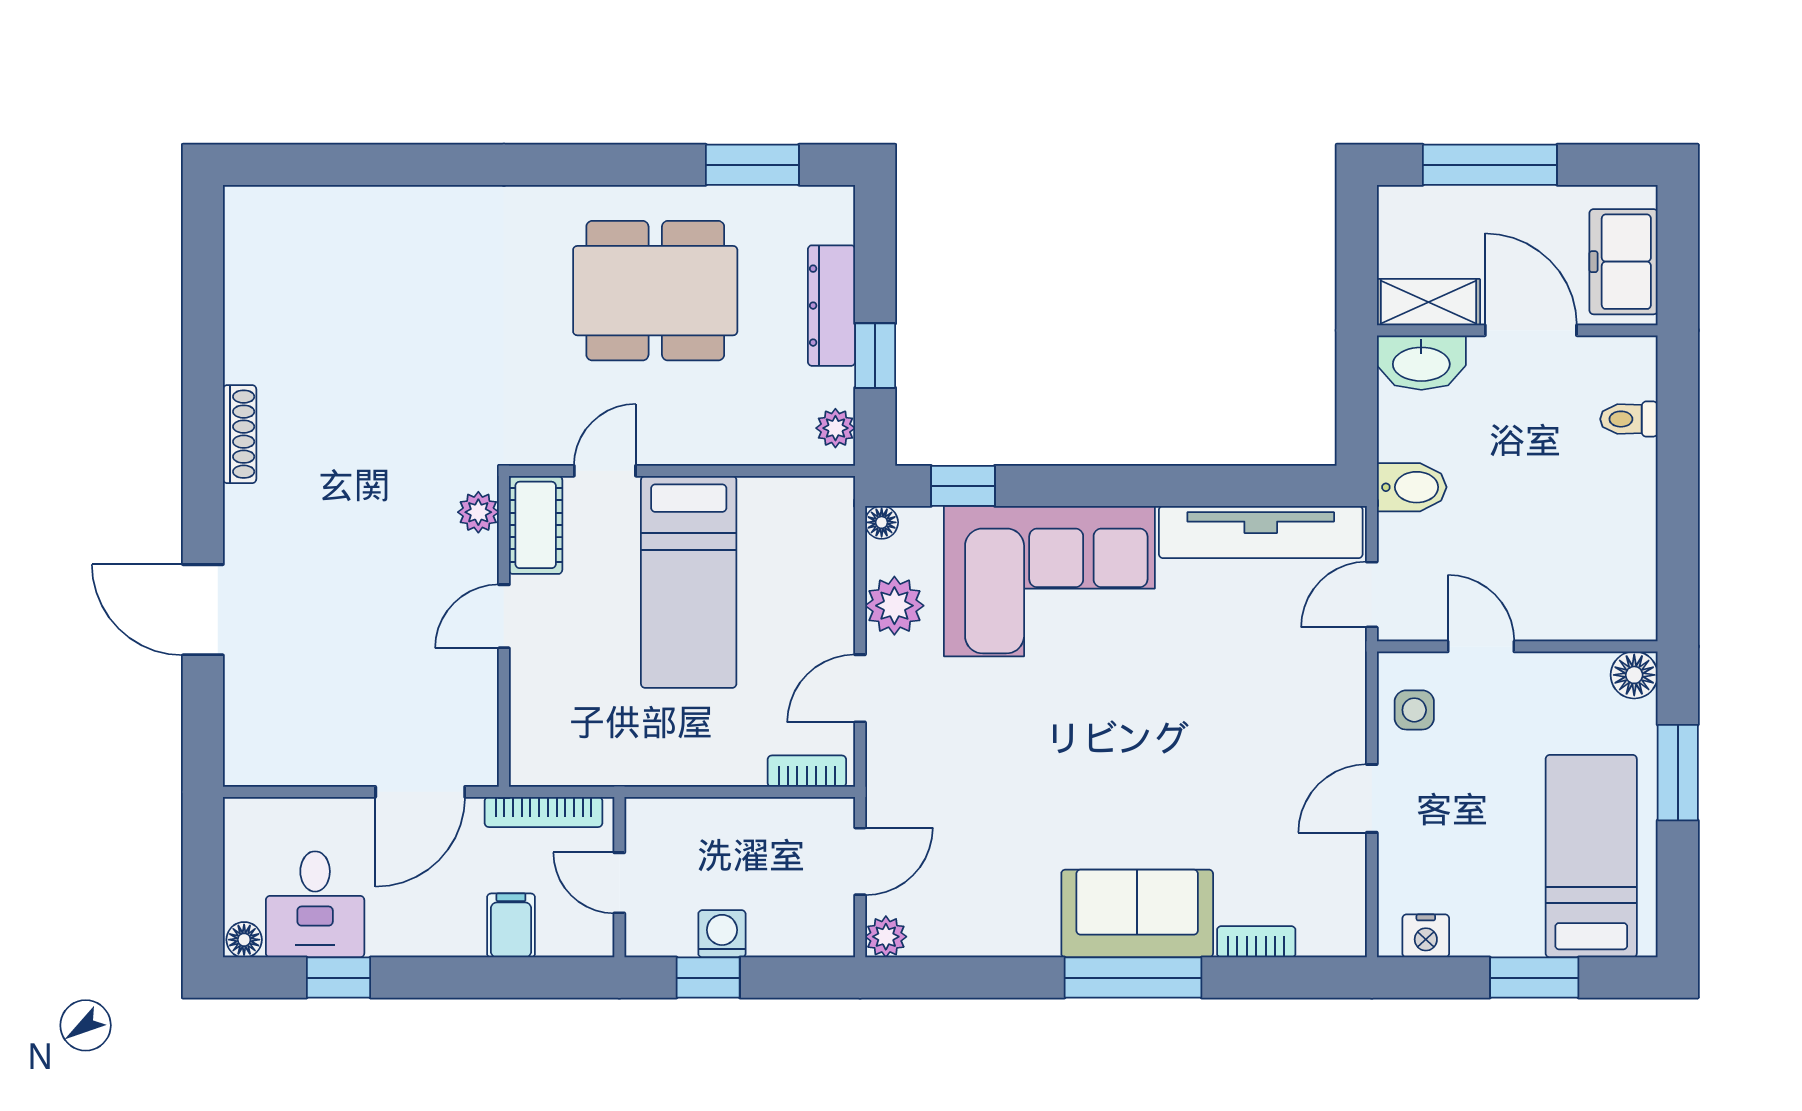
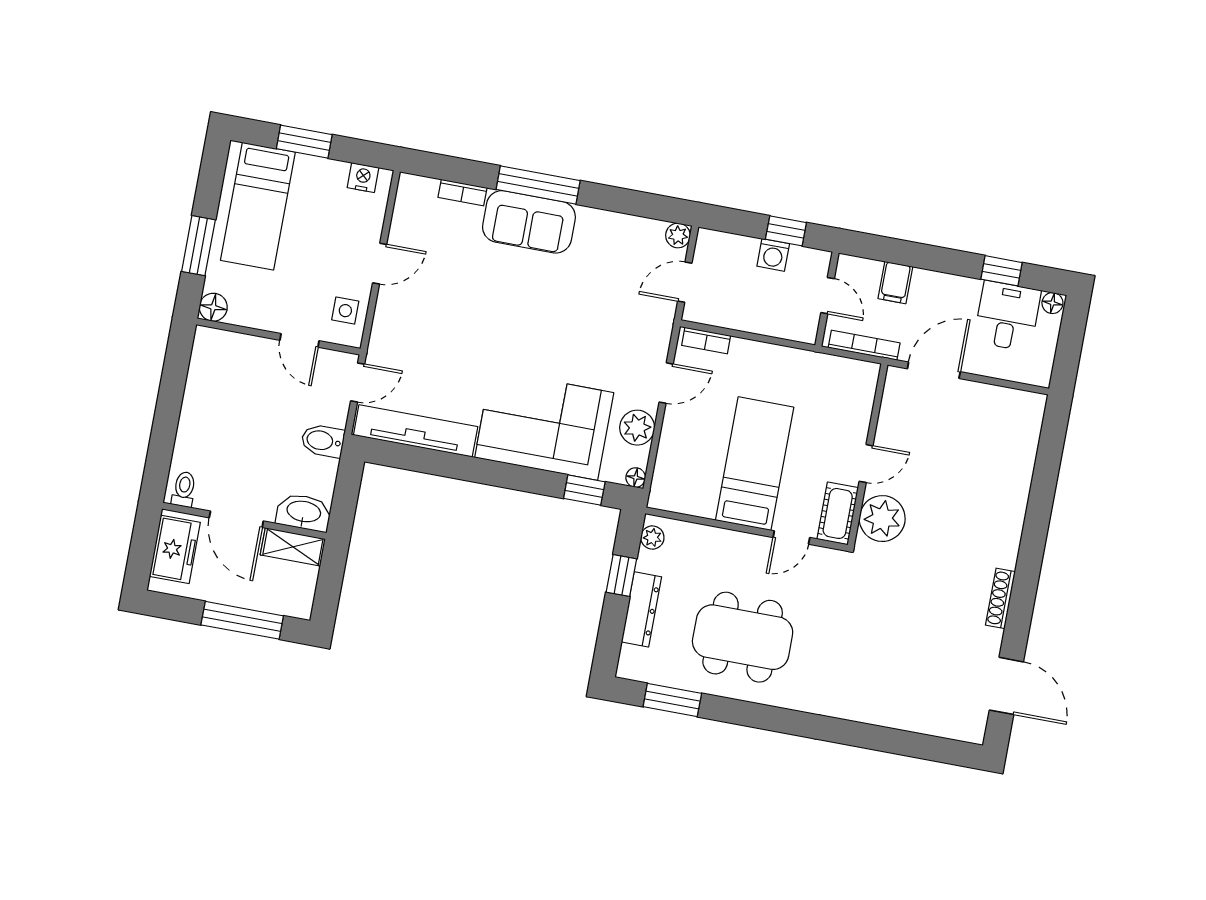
toilet: (1629, 419) -> (184, 489), moved, turned -90
plant: (478, 512) -> (882, 519), width x1.87, depth x1.87
door: (203, 610) -> (1006, 686), moved

